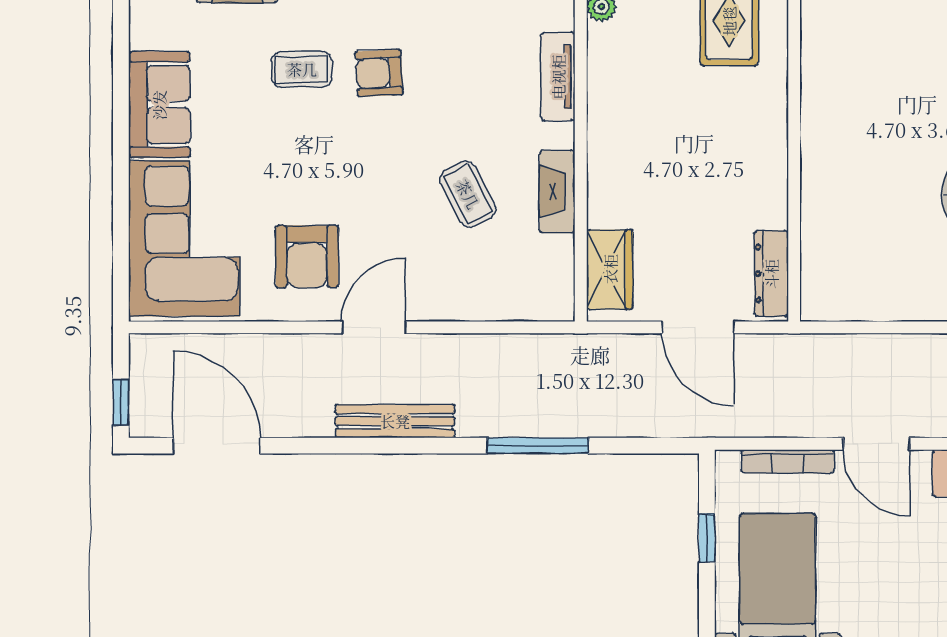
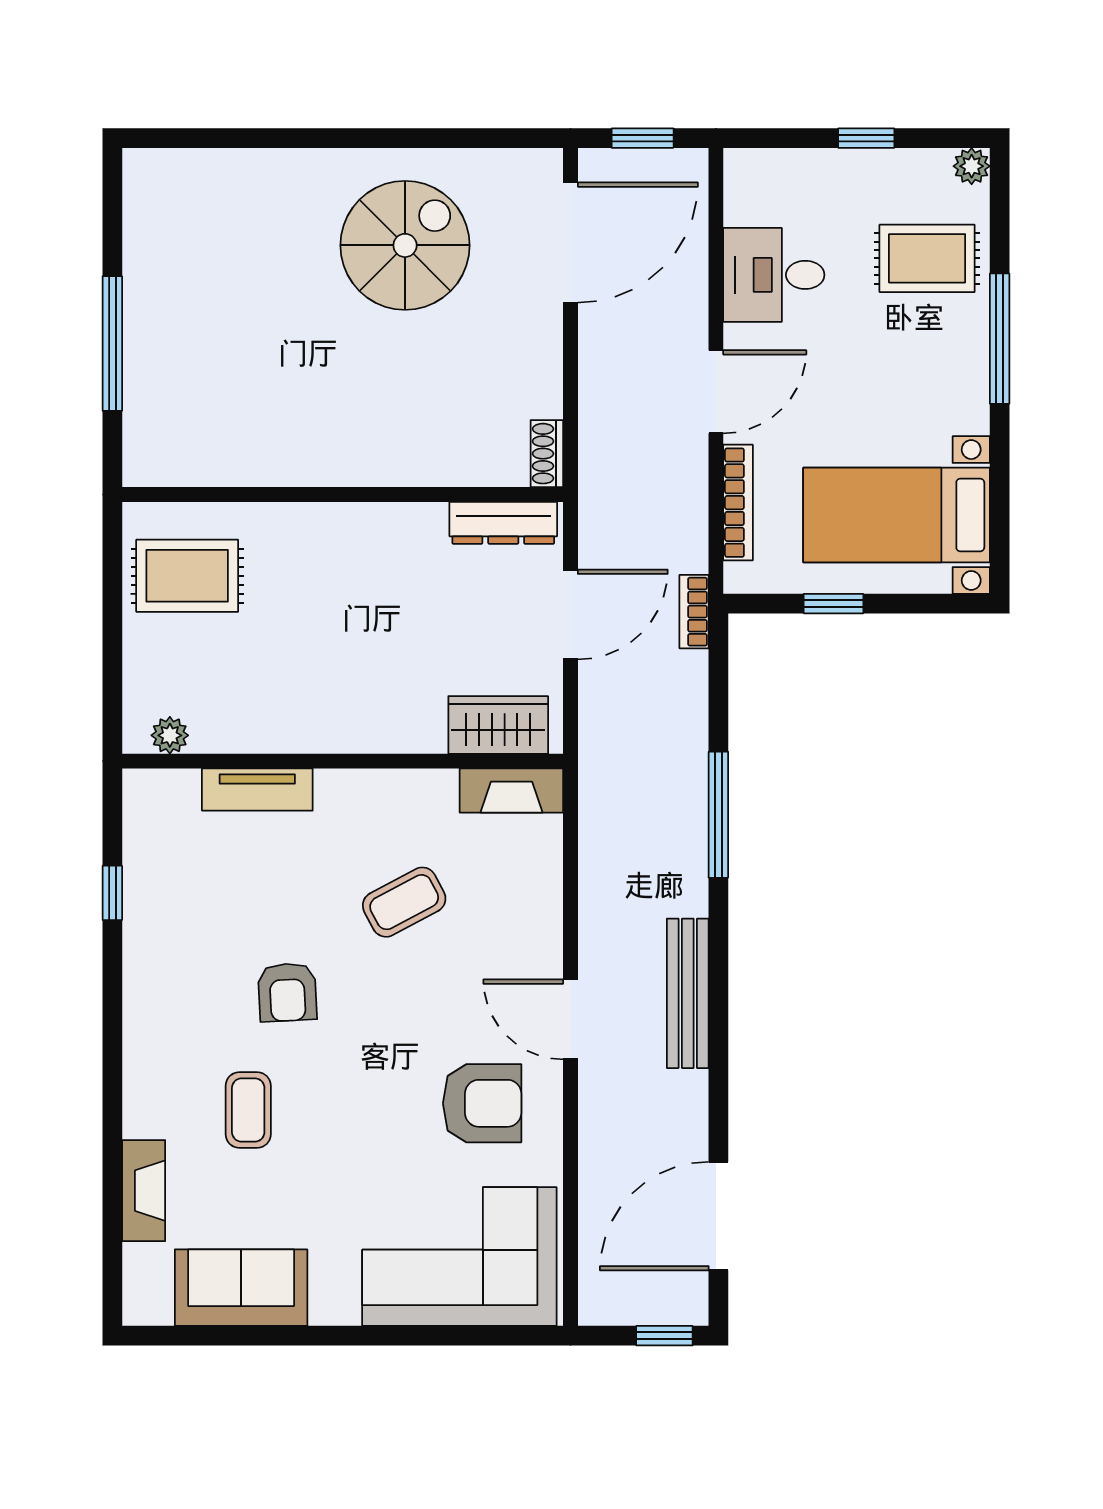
armchair: (379, 73) -> (287, 992), moved
sofa: (159, 105) -> (241, 1288), moved
fireplace: (557, 192) -> (511, 791), moved
shoe rack: (827, 308) -> (547, 454), added
bookcase: (700, 426) -> (694, 612), added

